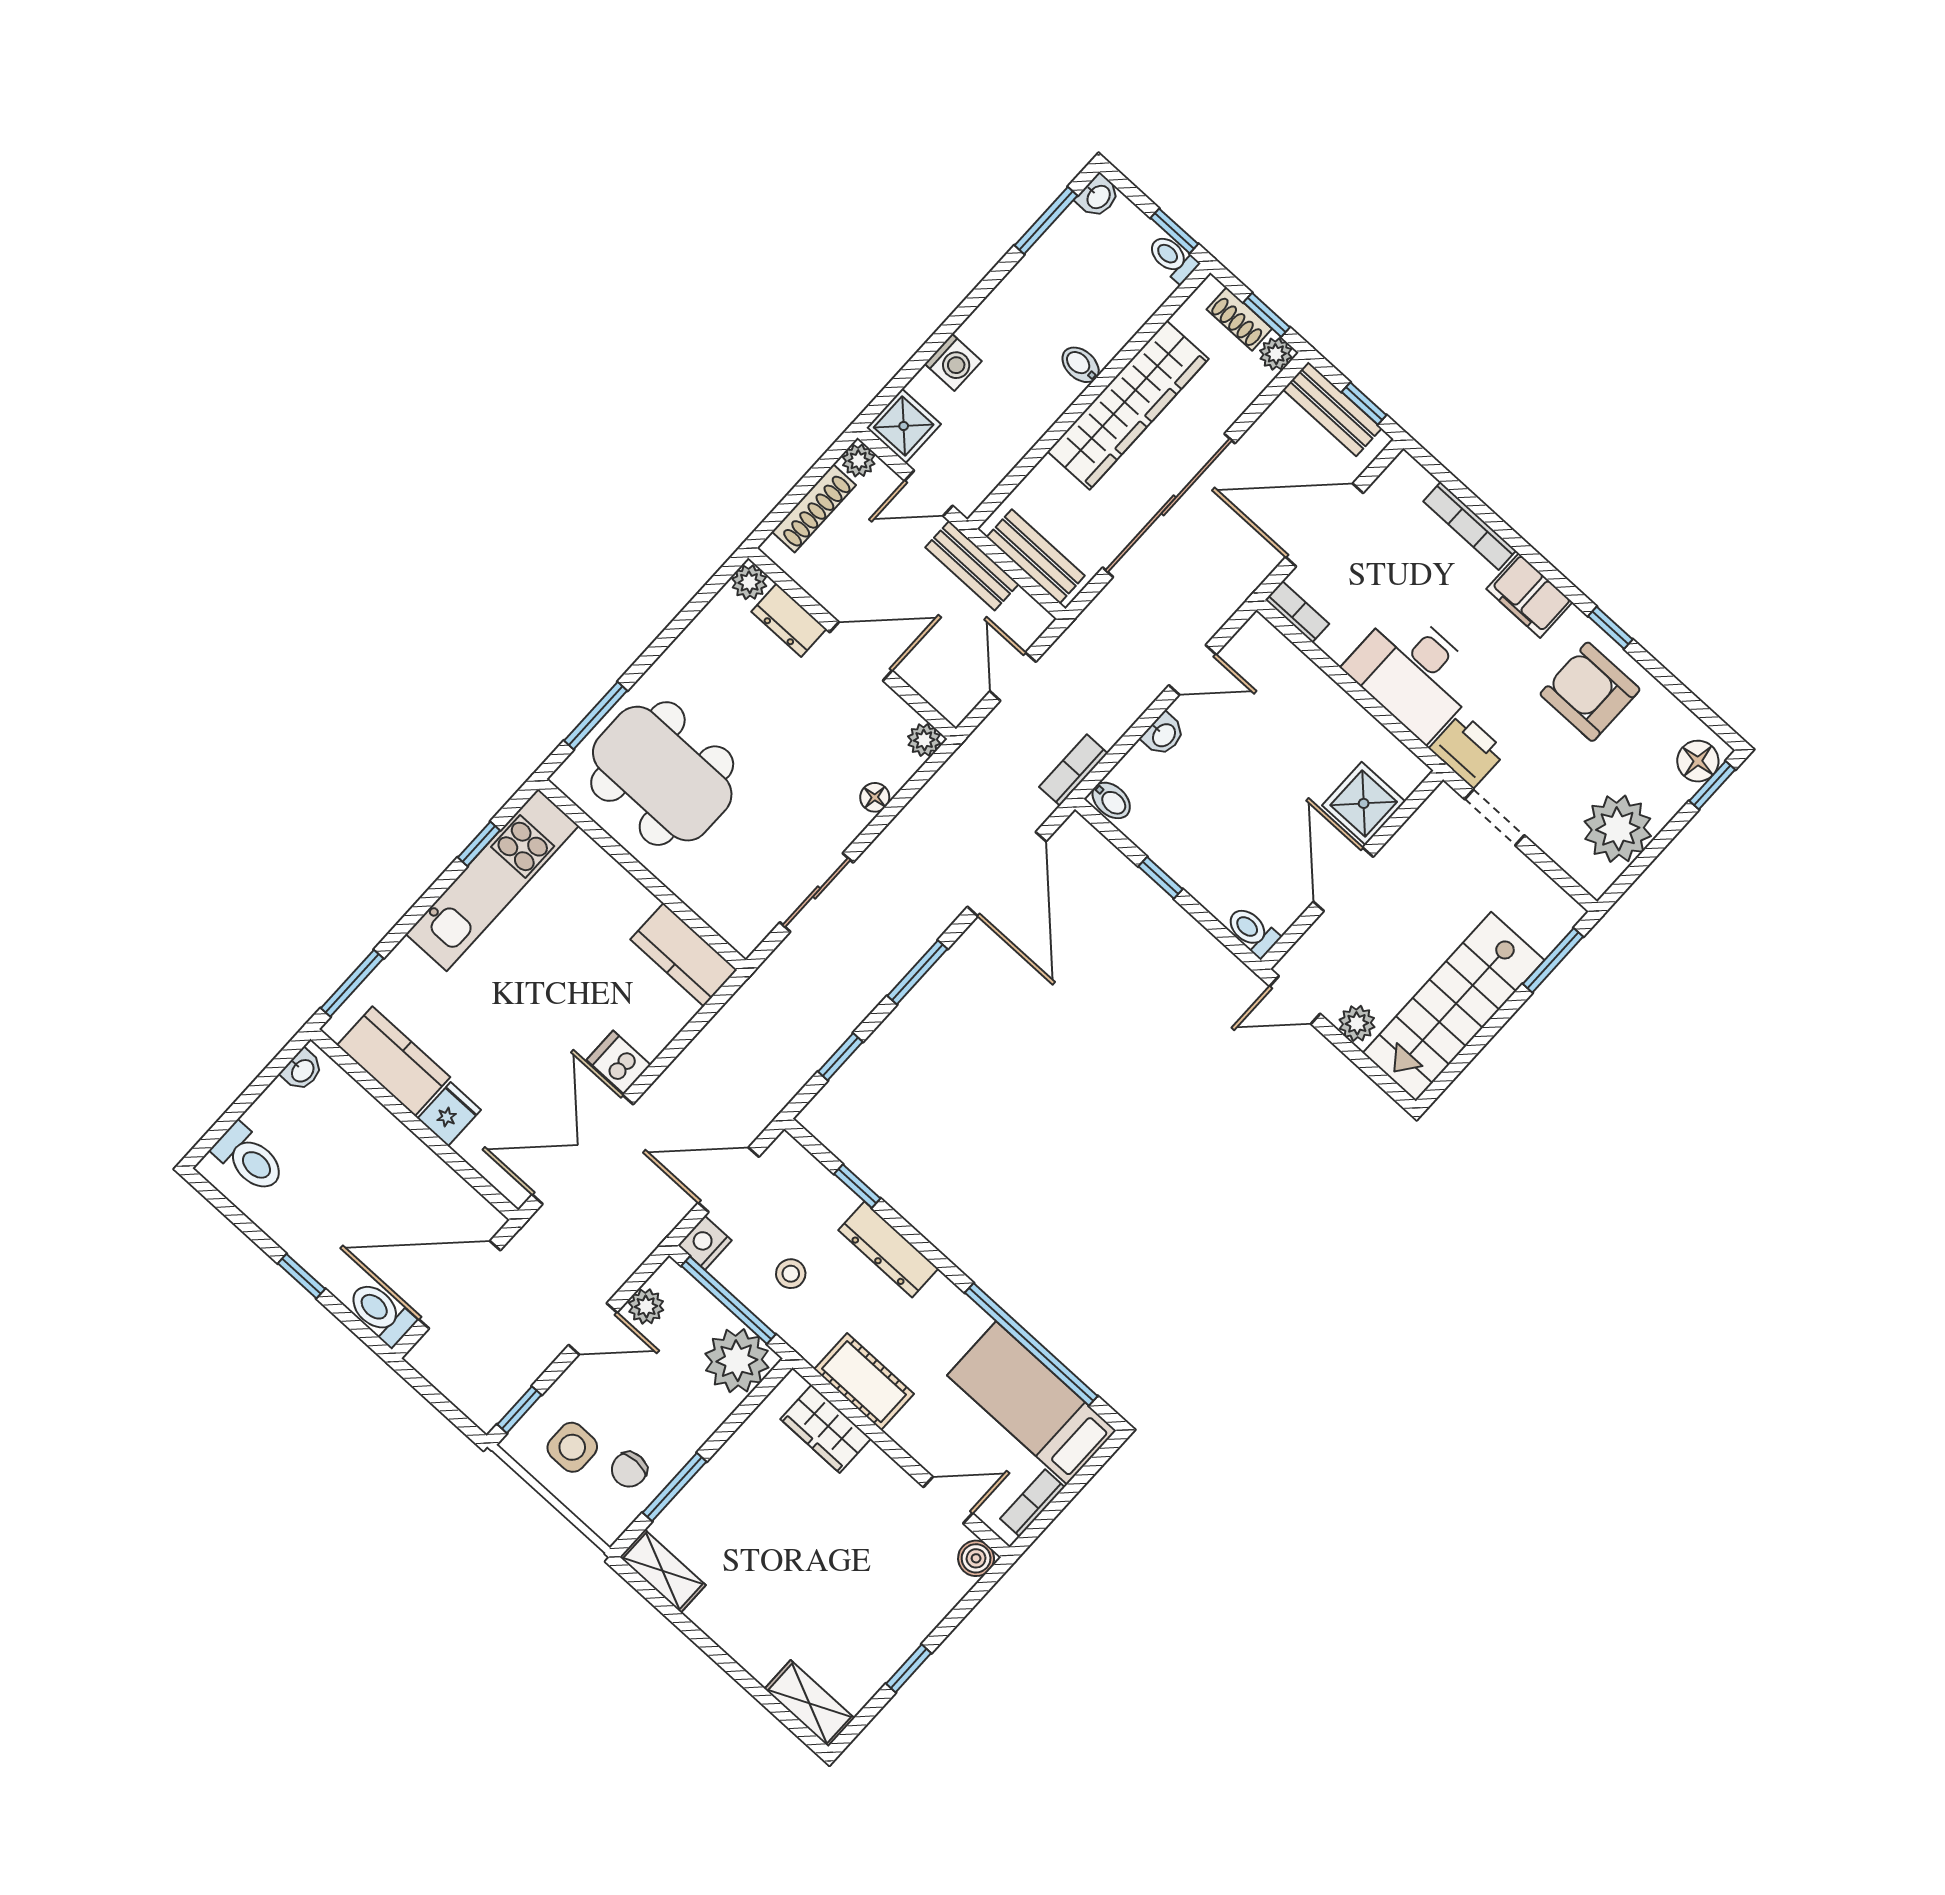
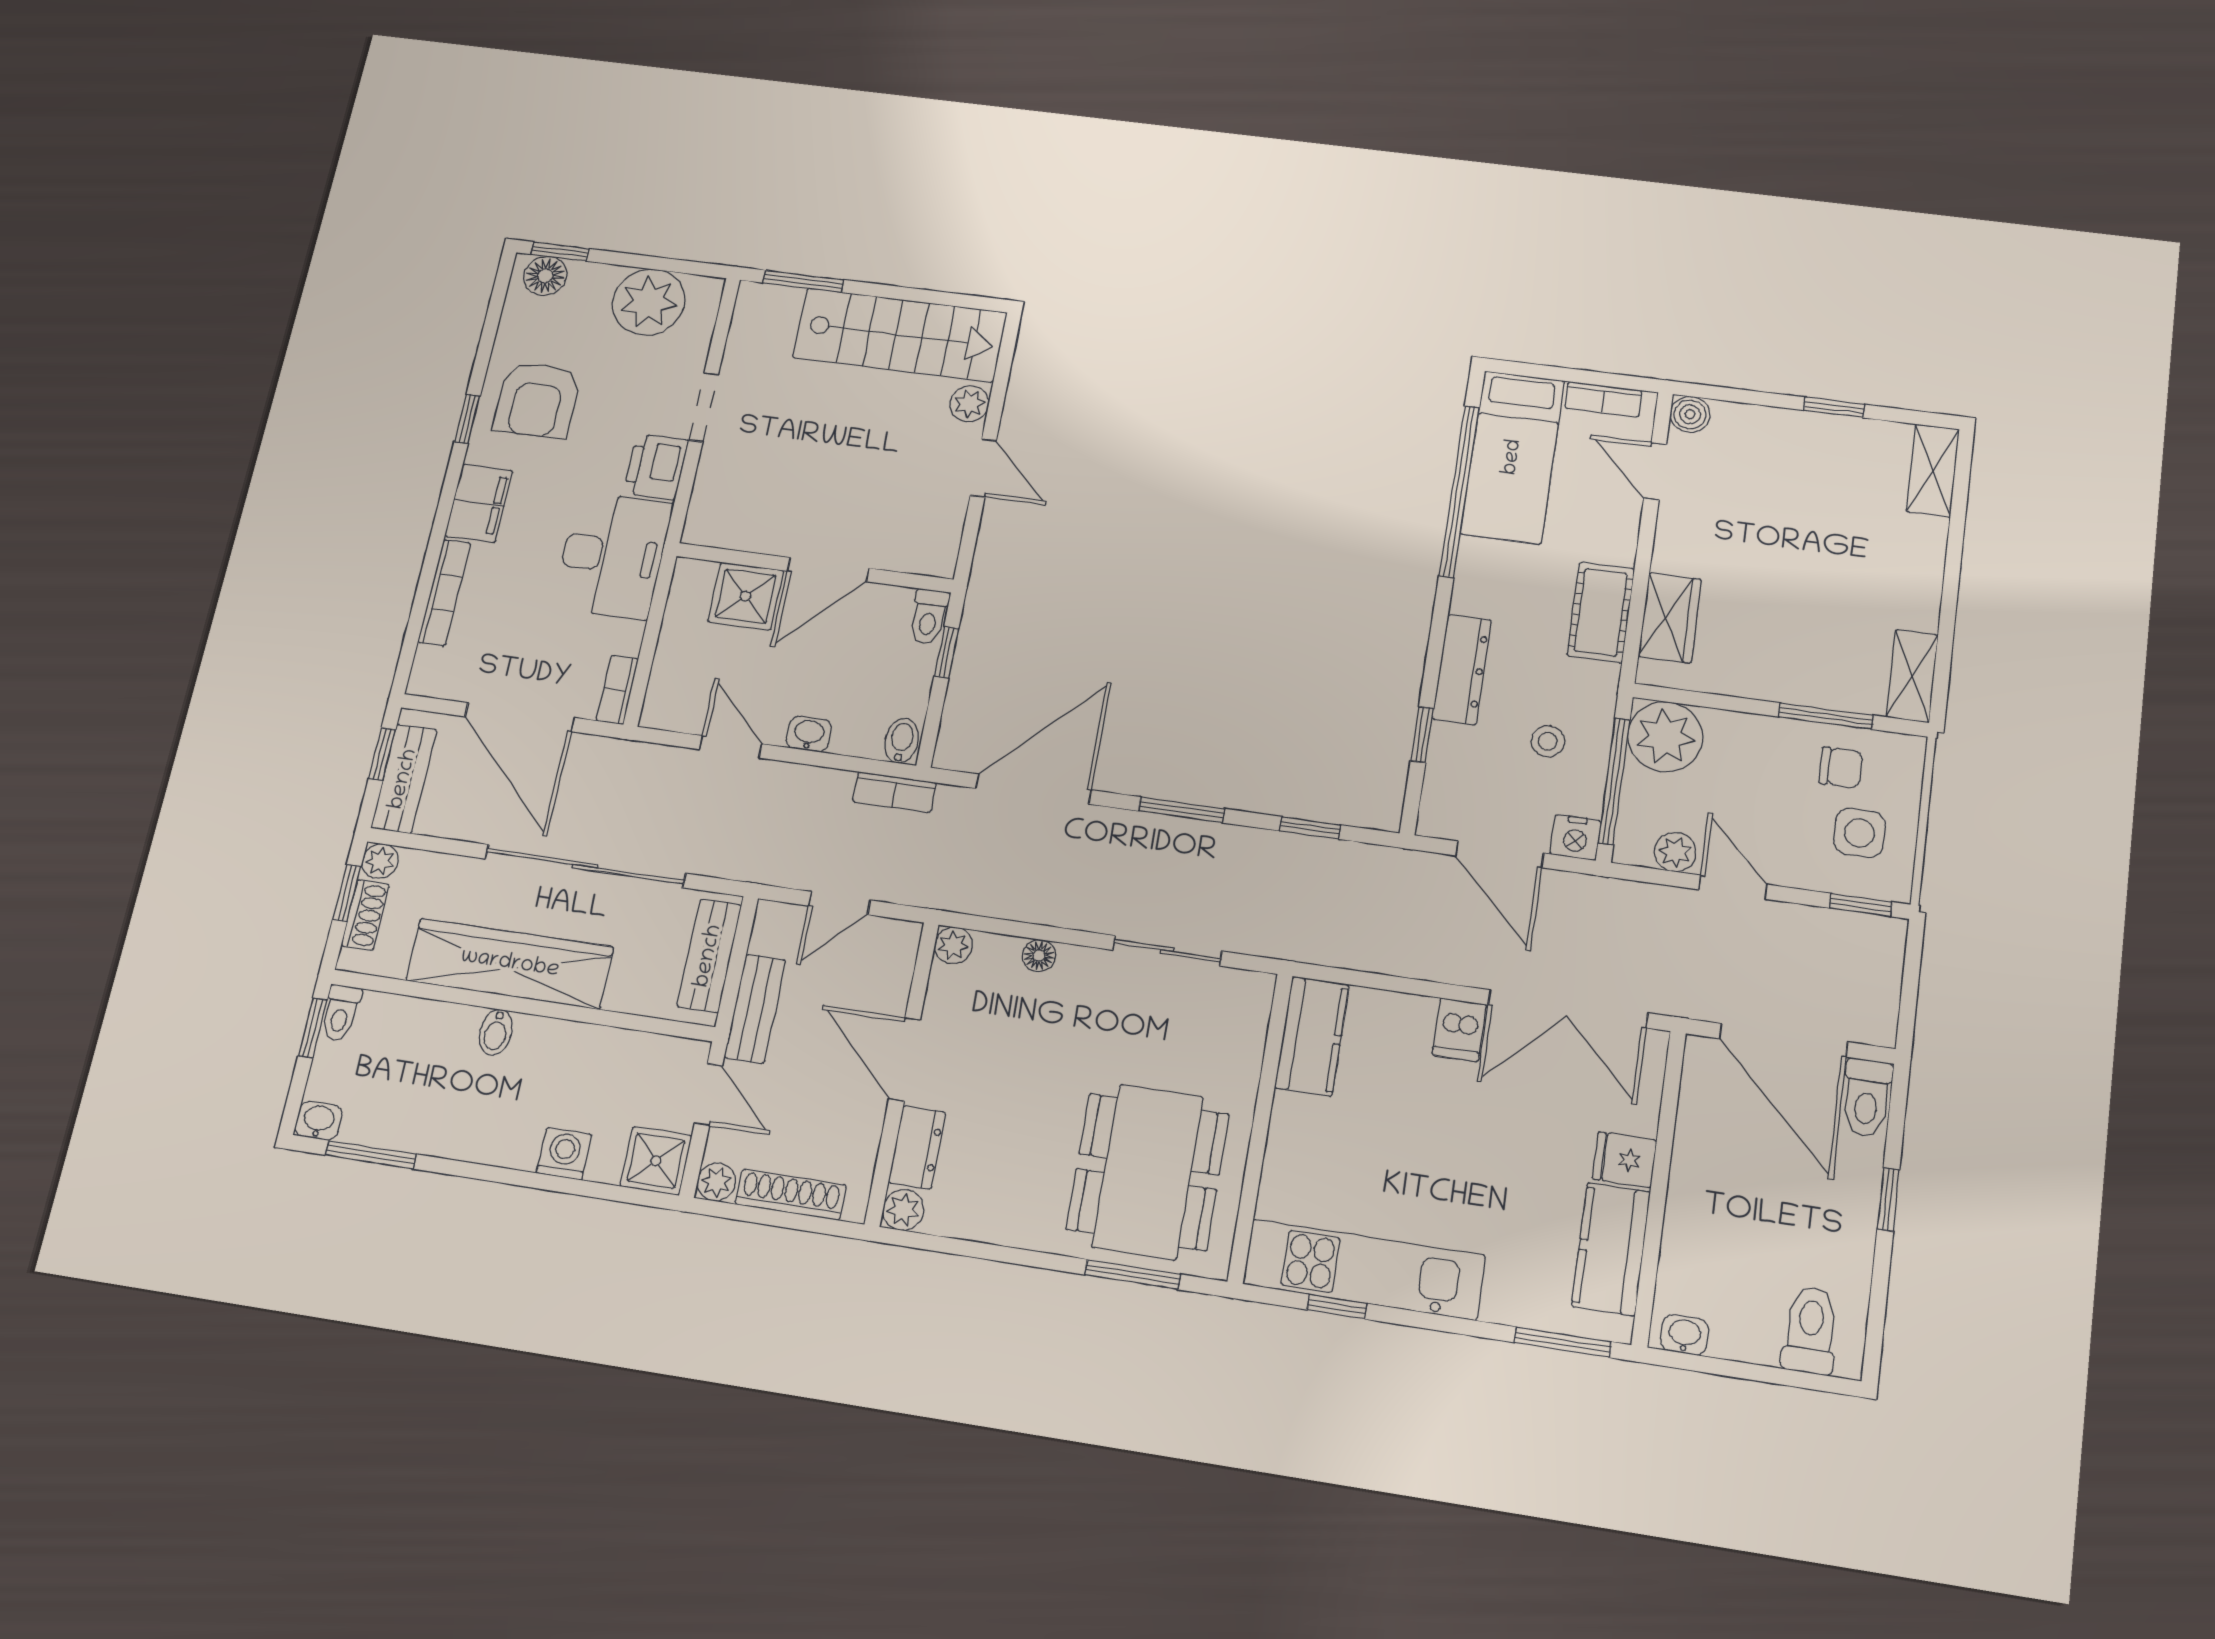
shower: (1364, 803) -> (746, 596), moved
wall: (1352, 870) -> (814, 568), moved
door: (1343, 879) -> (828, 570), moved
toilet: (1252, 931) -> (929, 617), moved

